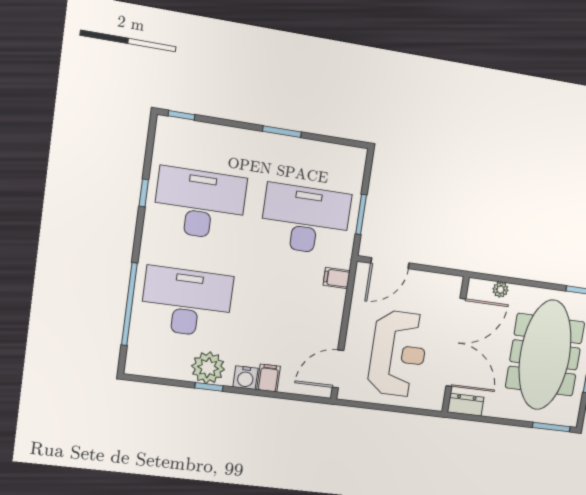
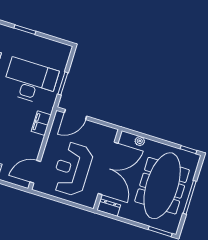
filing cabinet: (337, 278) -> (41, 123), width x2.00
reception desk: (398, 354) -> (72, 169), turned 180

